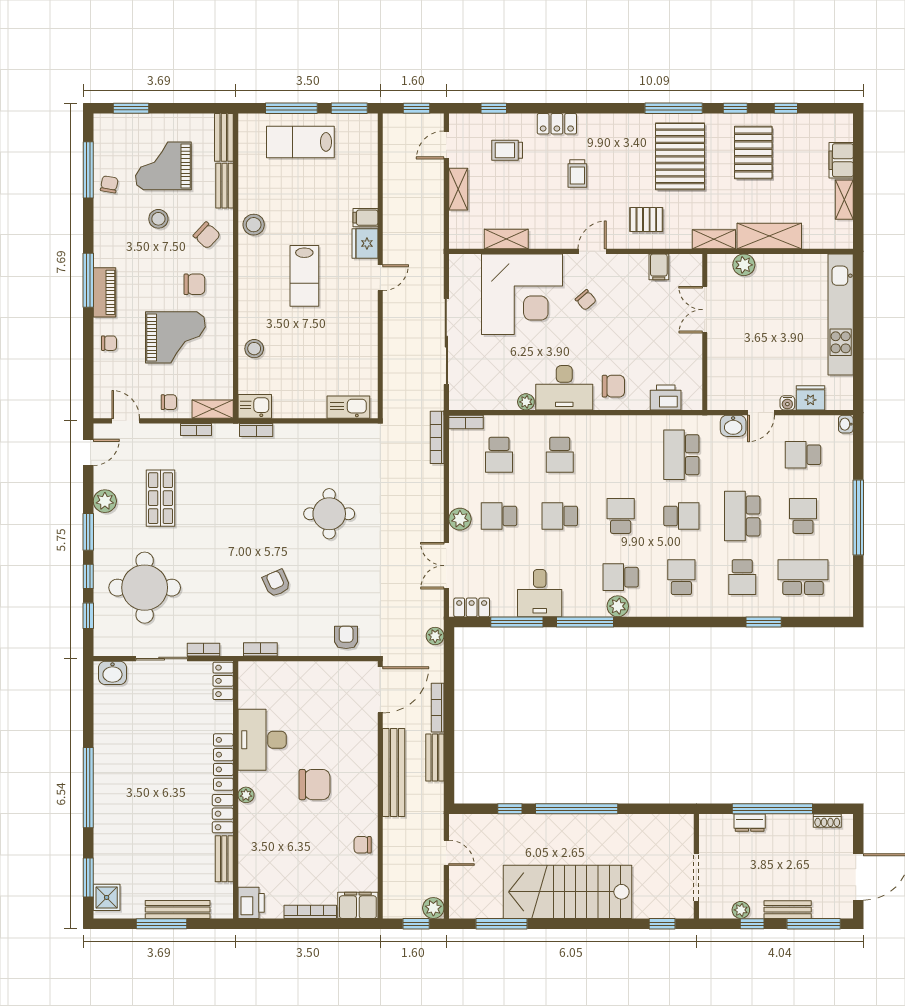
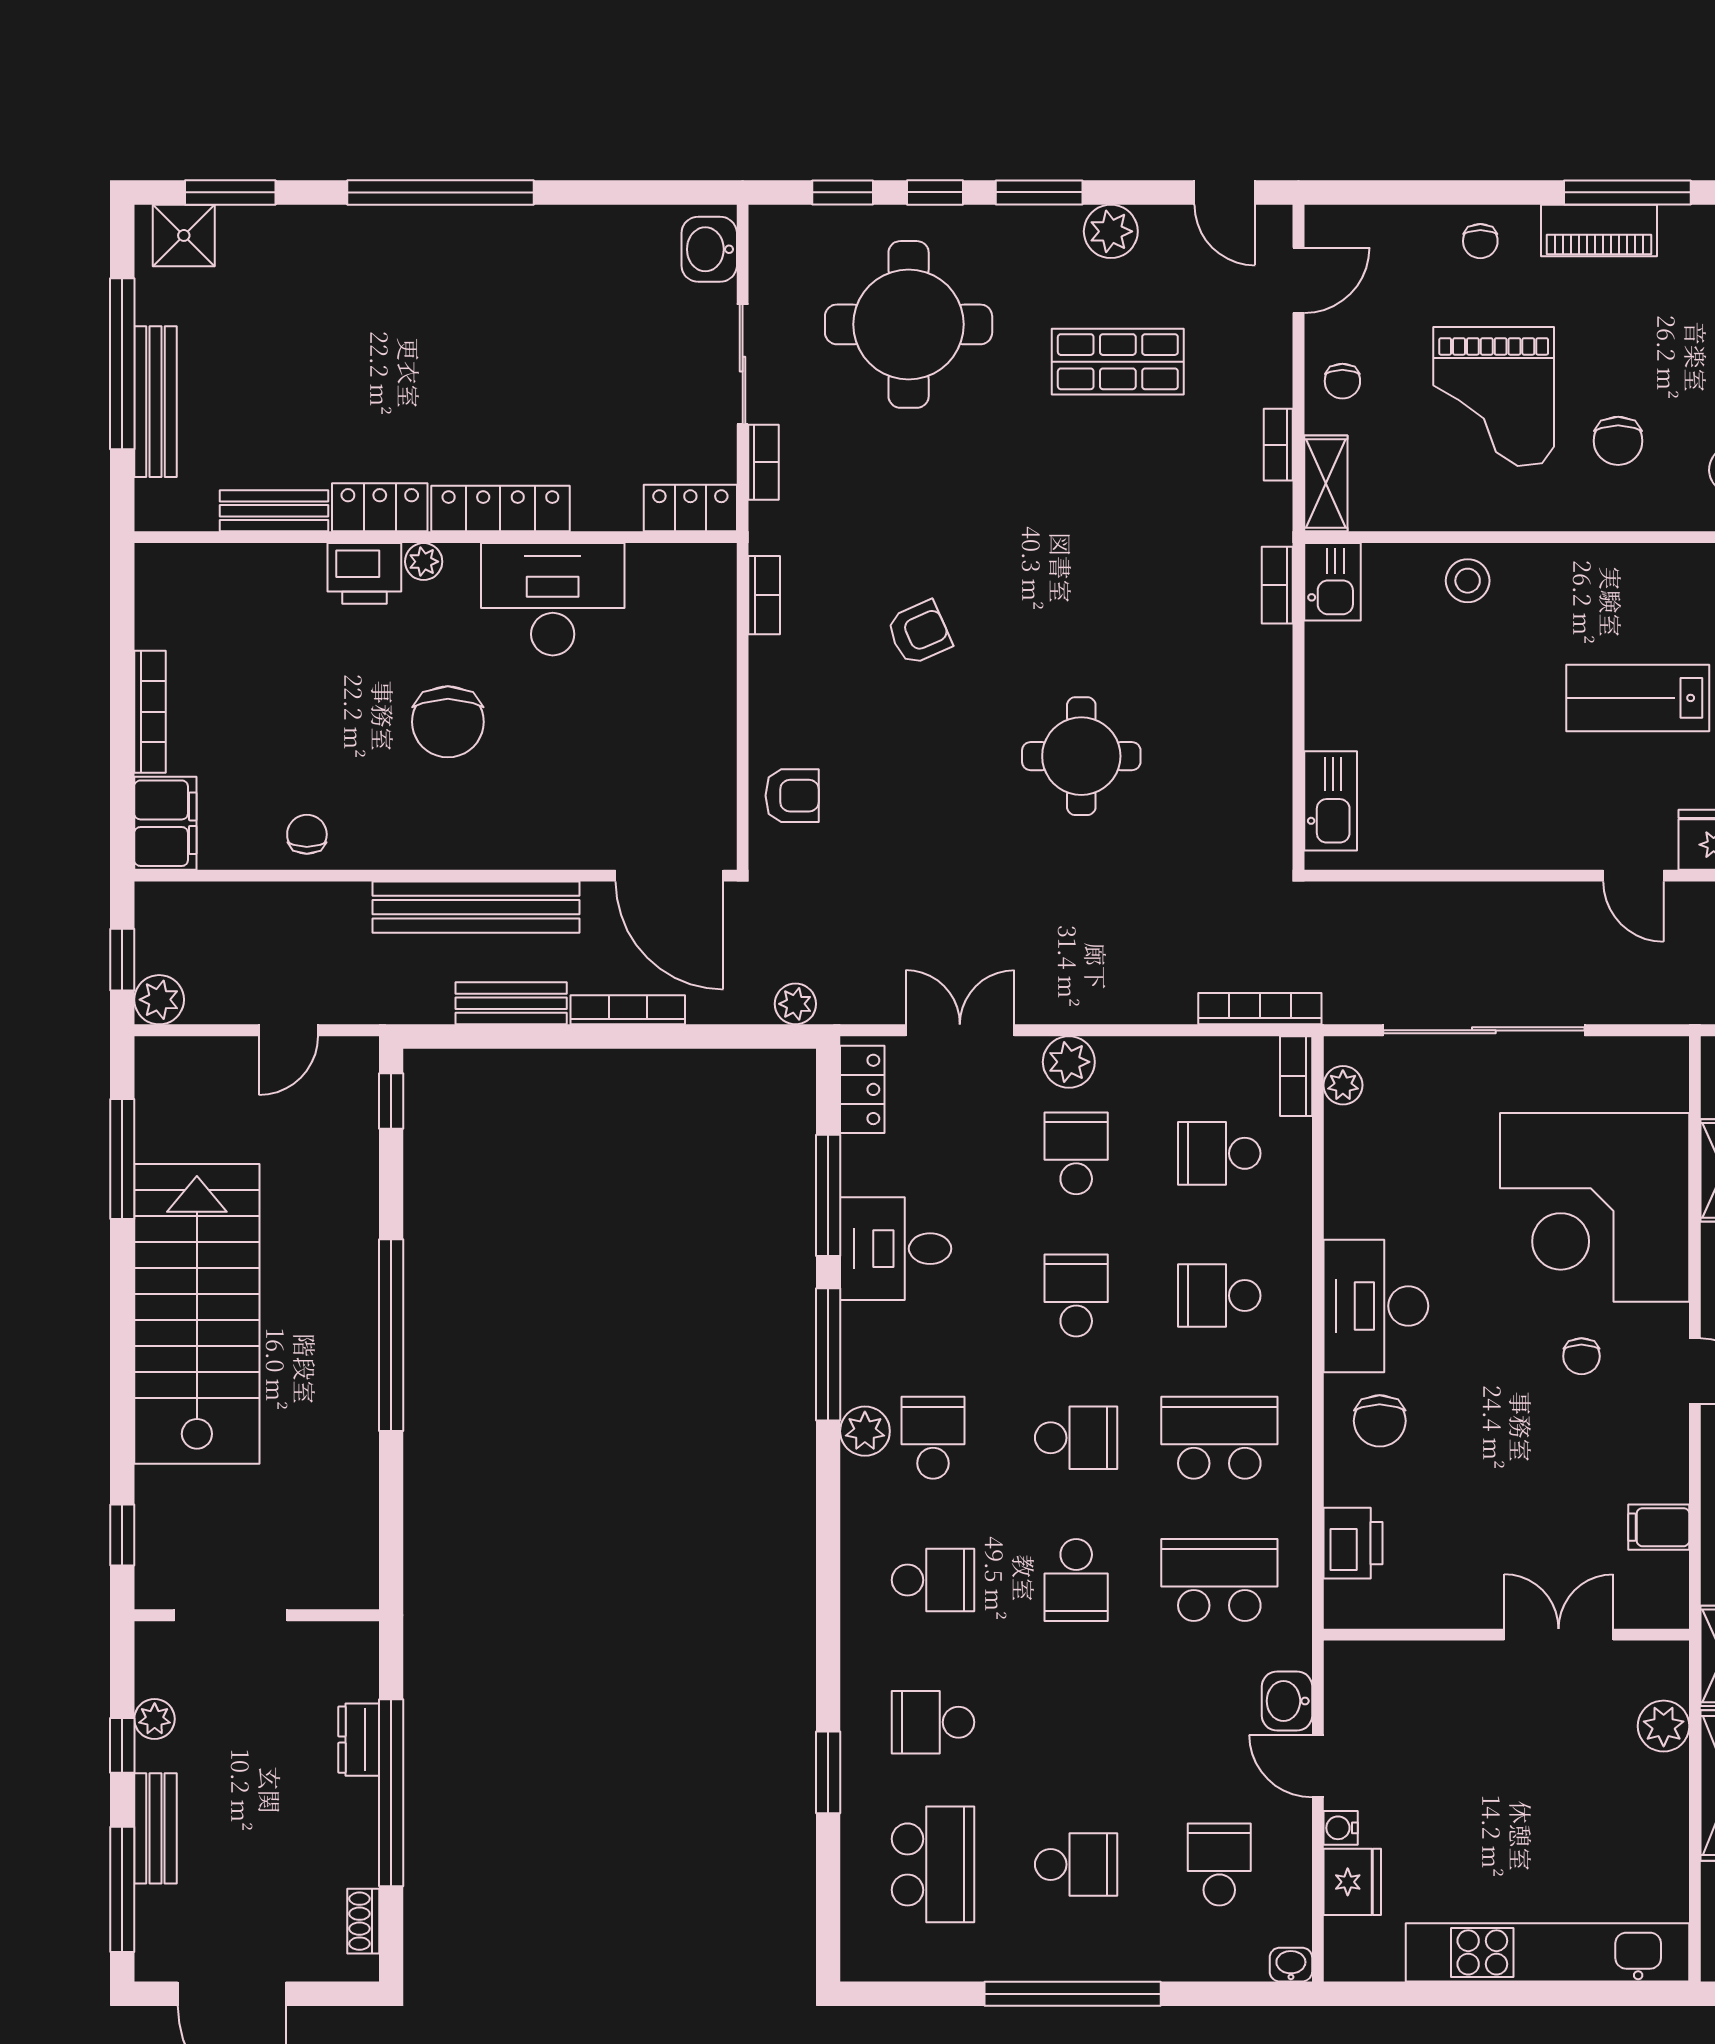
chair: (586, 300) -> (1581, 1356), turned -49
plant: (526, 402) -> (1343, 1085), moved
school desk: (742, 516) -> (1219, 1438), moved
window: (510, 809) -> (391, 1101), moved
printer: (251, 903) -> (364, 573), moved
window: (161, 924) -> (122, 364), width x1.46

